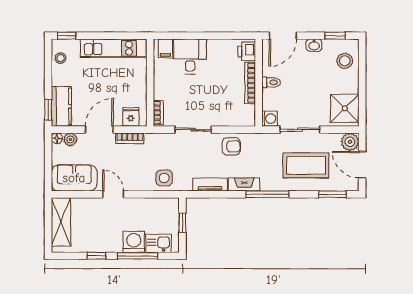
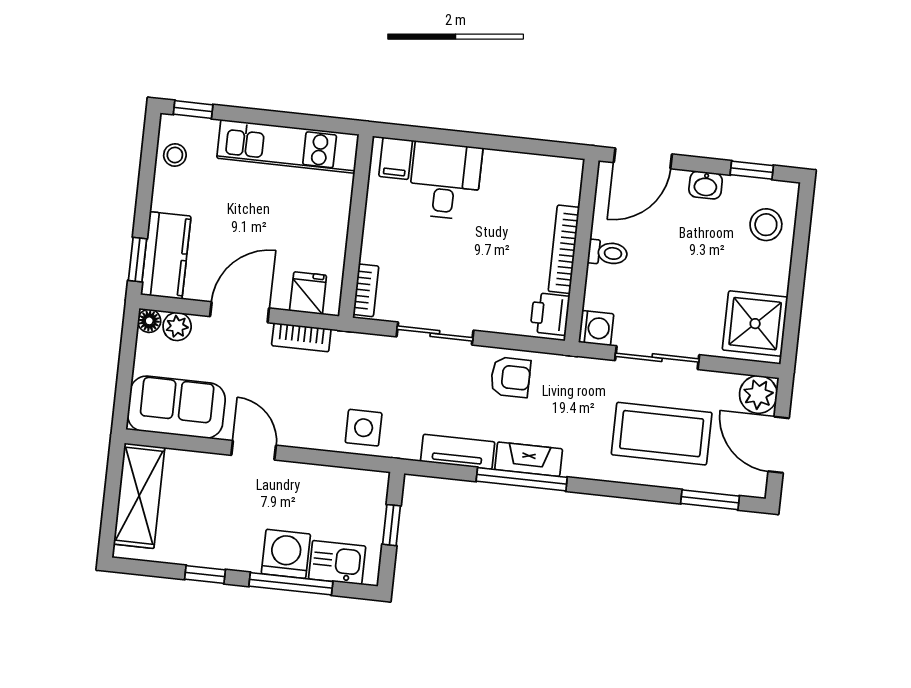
printer: (247, 51) -> (550, 314), moved
window: (267, 194) -> (522, 479), moved

